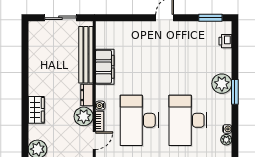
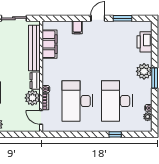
window: (210, 18) -> (122, 18), moved
filing cabinet: (139, 29) -> (77, 27), added
printer: (225, 41) -> (145, 42), width x1.87, depth x1.48
filing cabinet: (105, 67) -> (50, 44), moved
door: (94, 141) -> (41, 117), swing flipped

